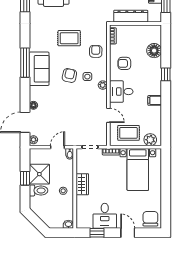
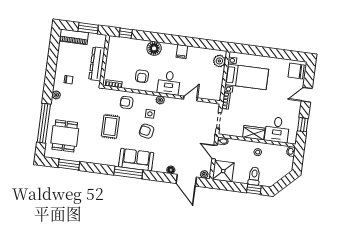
floor lamp: (154, 51) -> (154, 48), moved
window: (166, 74) -> (126, 33), moved
rug: (129, 133) -> (210, 81), removed
shower: (39, 174) -> (223, 171), moved
window: (25, 178) -> (254, 189), moved
desk: (105, 216) -> (277, 130), moved, turned 90

